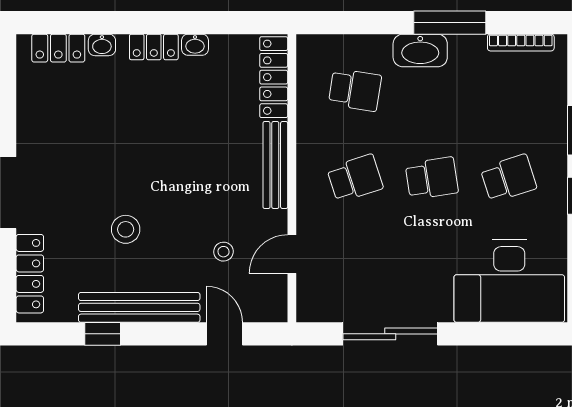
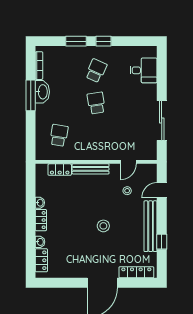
washbasin: (420, 50) -> (42, 92), moved
locker: (274, 77) -> (60, 170), width x0.66
school desk: (355, 178) -> (96, 135), removed
school desk: (509, 178) -> (96, 71), turned 42
stool: (126, 229) -> (103, 226), moved
door: (292, 254) -> (128, 162), hinge flipped
desk: (509, 281) -> (144, 70), width x0.53, depth x0.77

